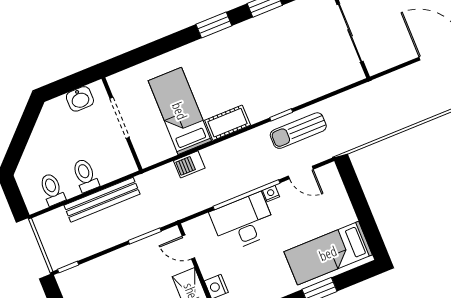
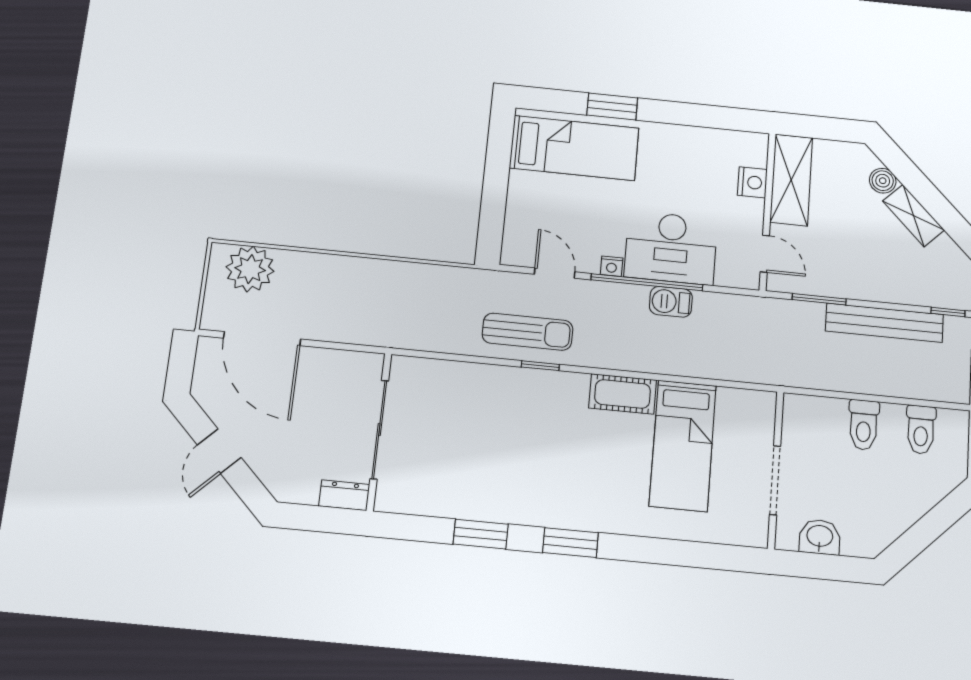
barbecue: (189, 164) -> (671, 302), moved, turned 180
bench: (102, 200) -> (884, 323), moved

